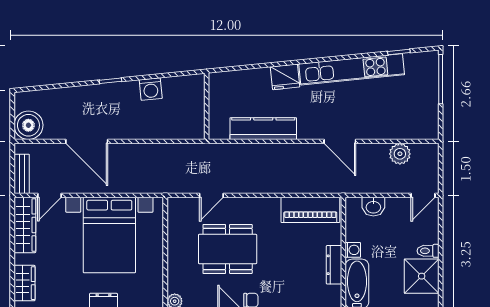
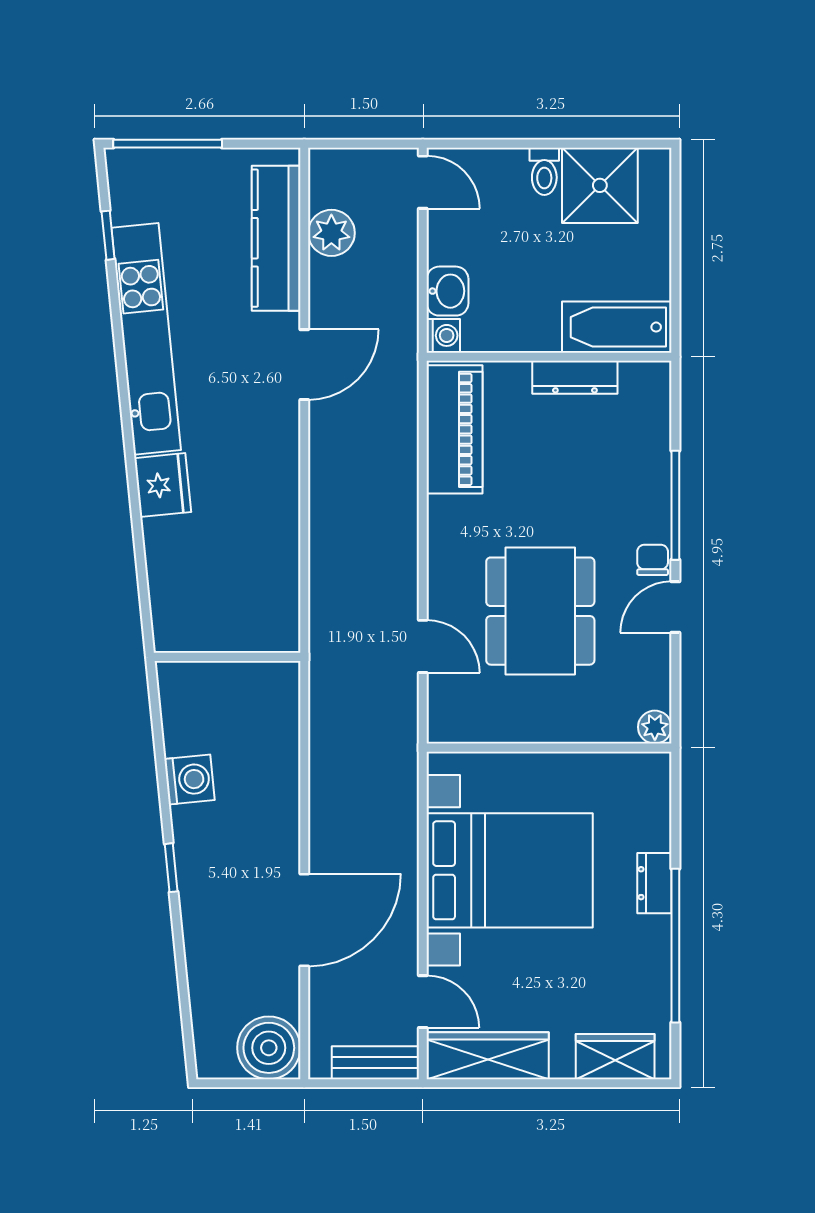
kitchen counter: (263, 129) -> (276, 238), moved
washing machine: (353, 250) -> (443, 335), moved, turned 90

